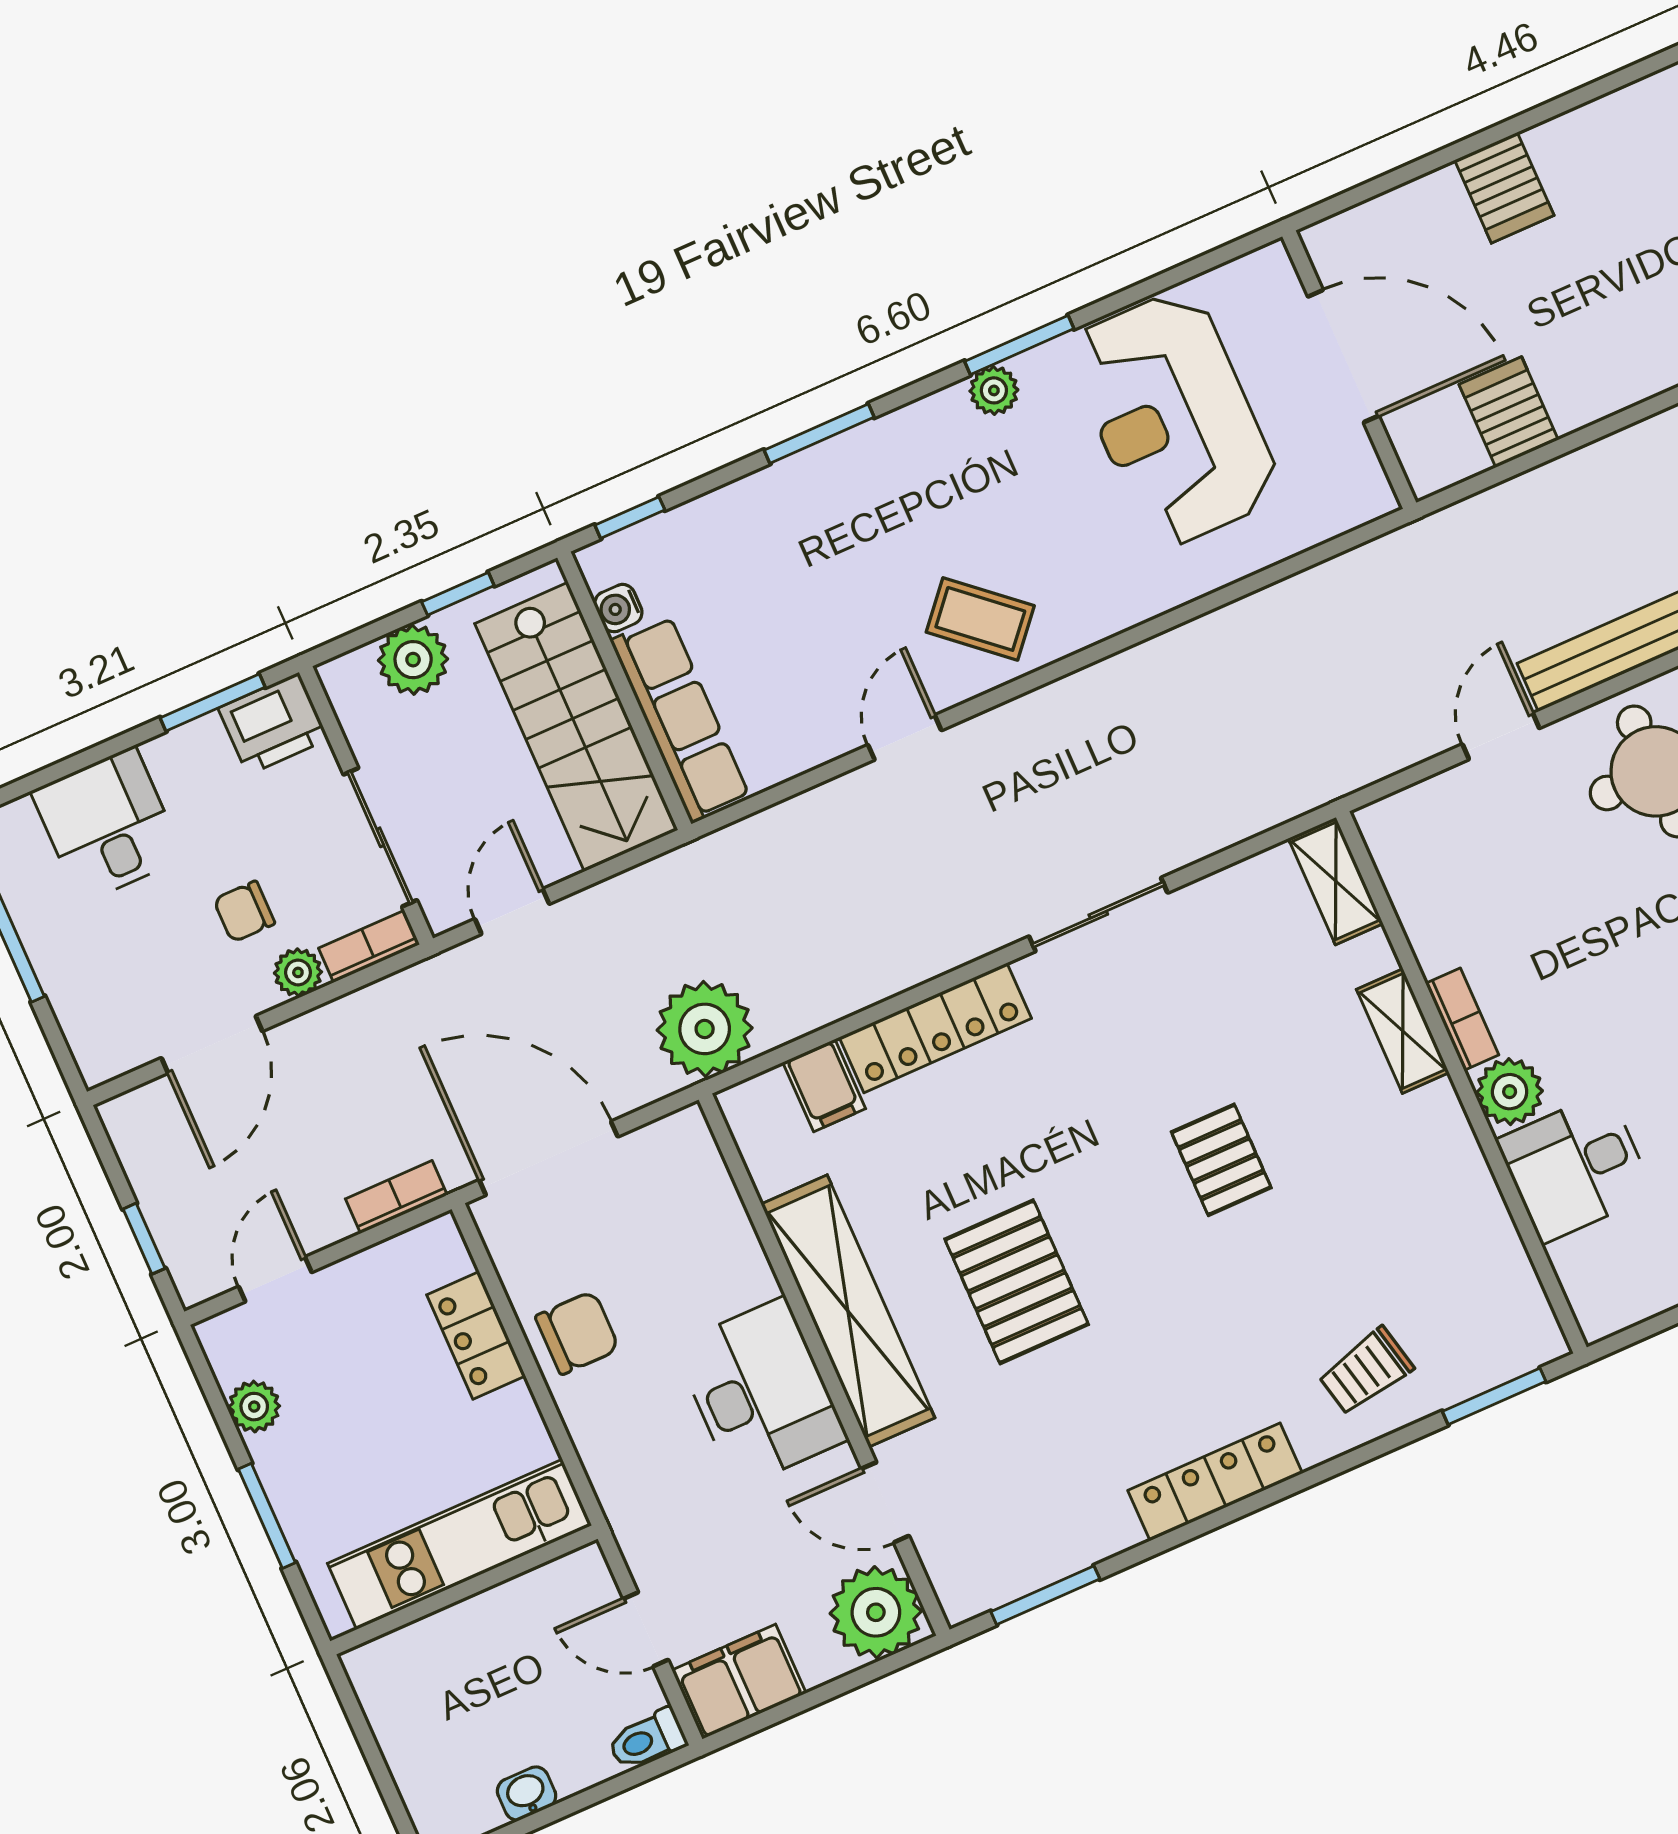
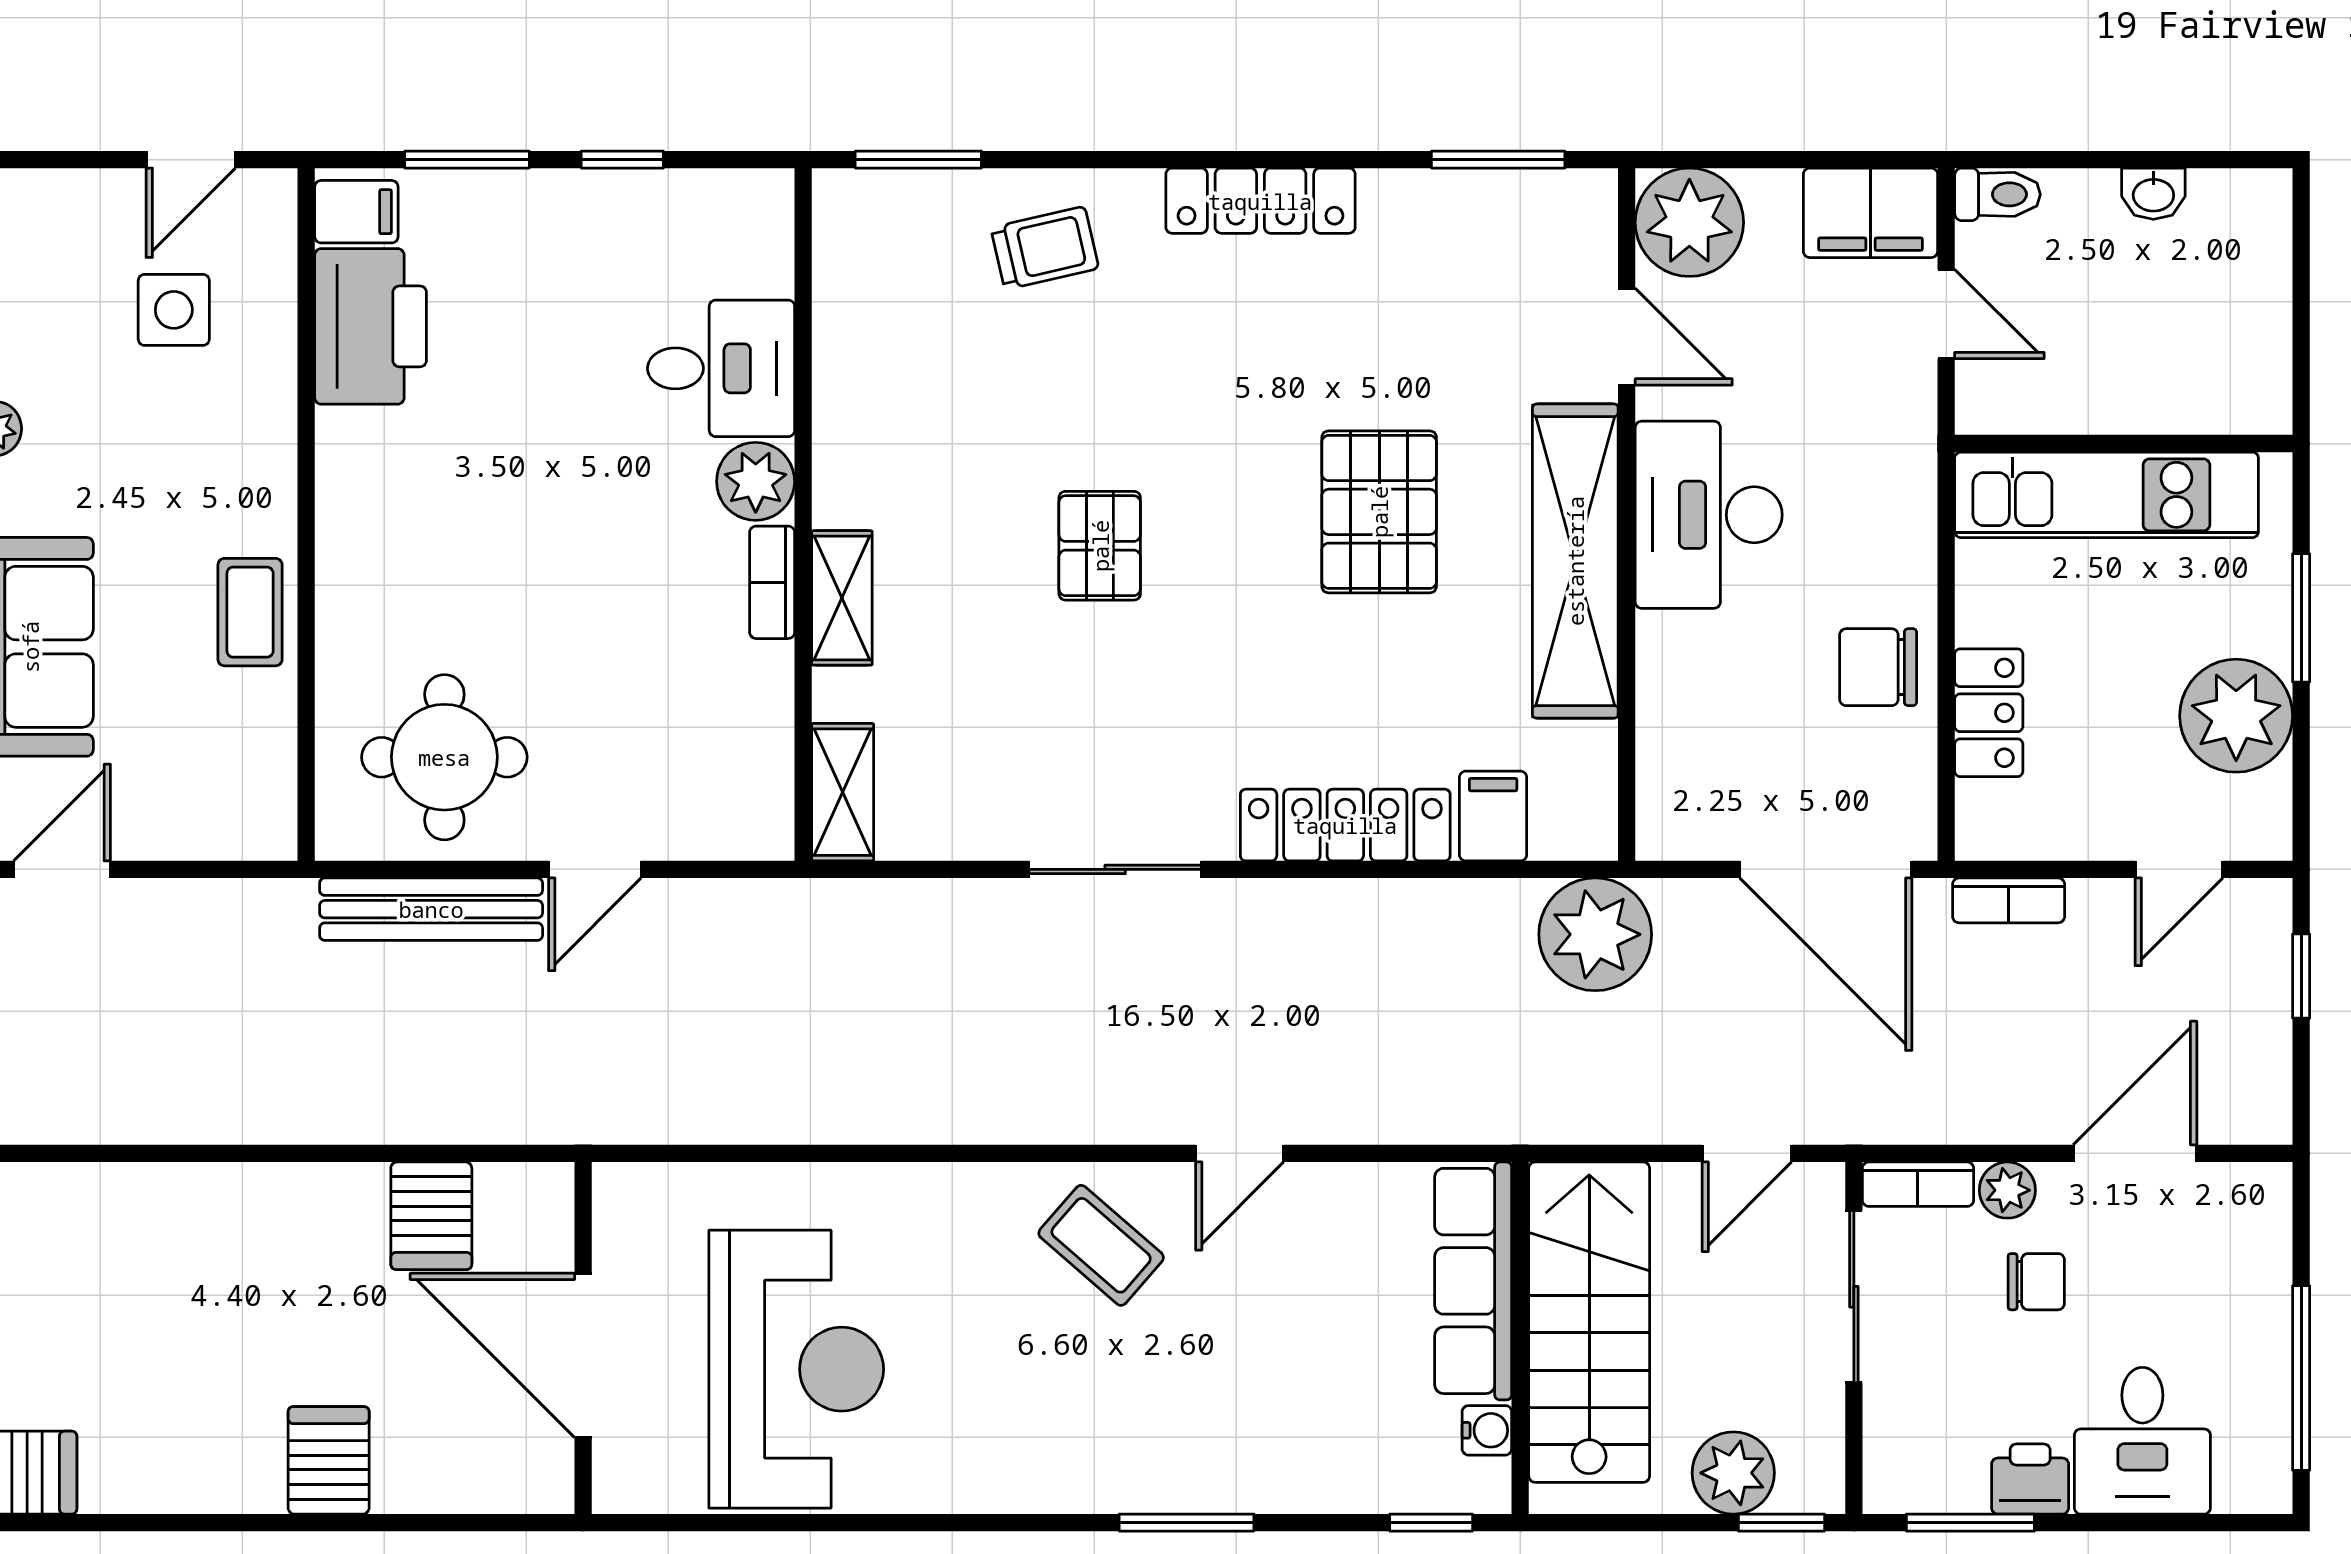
window: (1019, 345) -> (928, 1523), removed
plant: (994, 390) -> (977, 1486), removed
window: (458, 594) -> (1781, 1523), moved
printer: (273, 724) -> (2030, 1479), moved, width x0.73, depth x0.81
plant: (254, 1407) -> (2236, 716), width x1.87, depth x1.87

